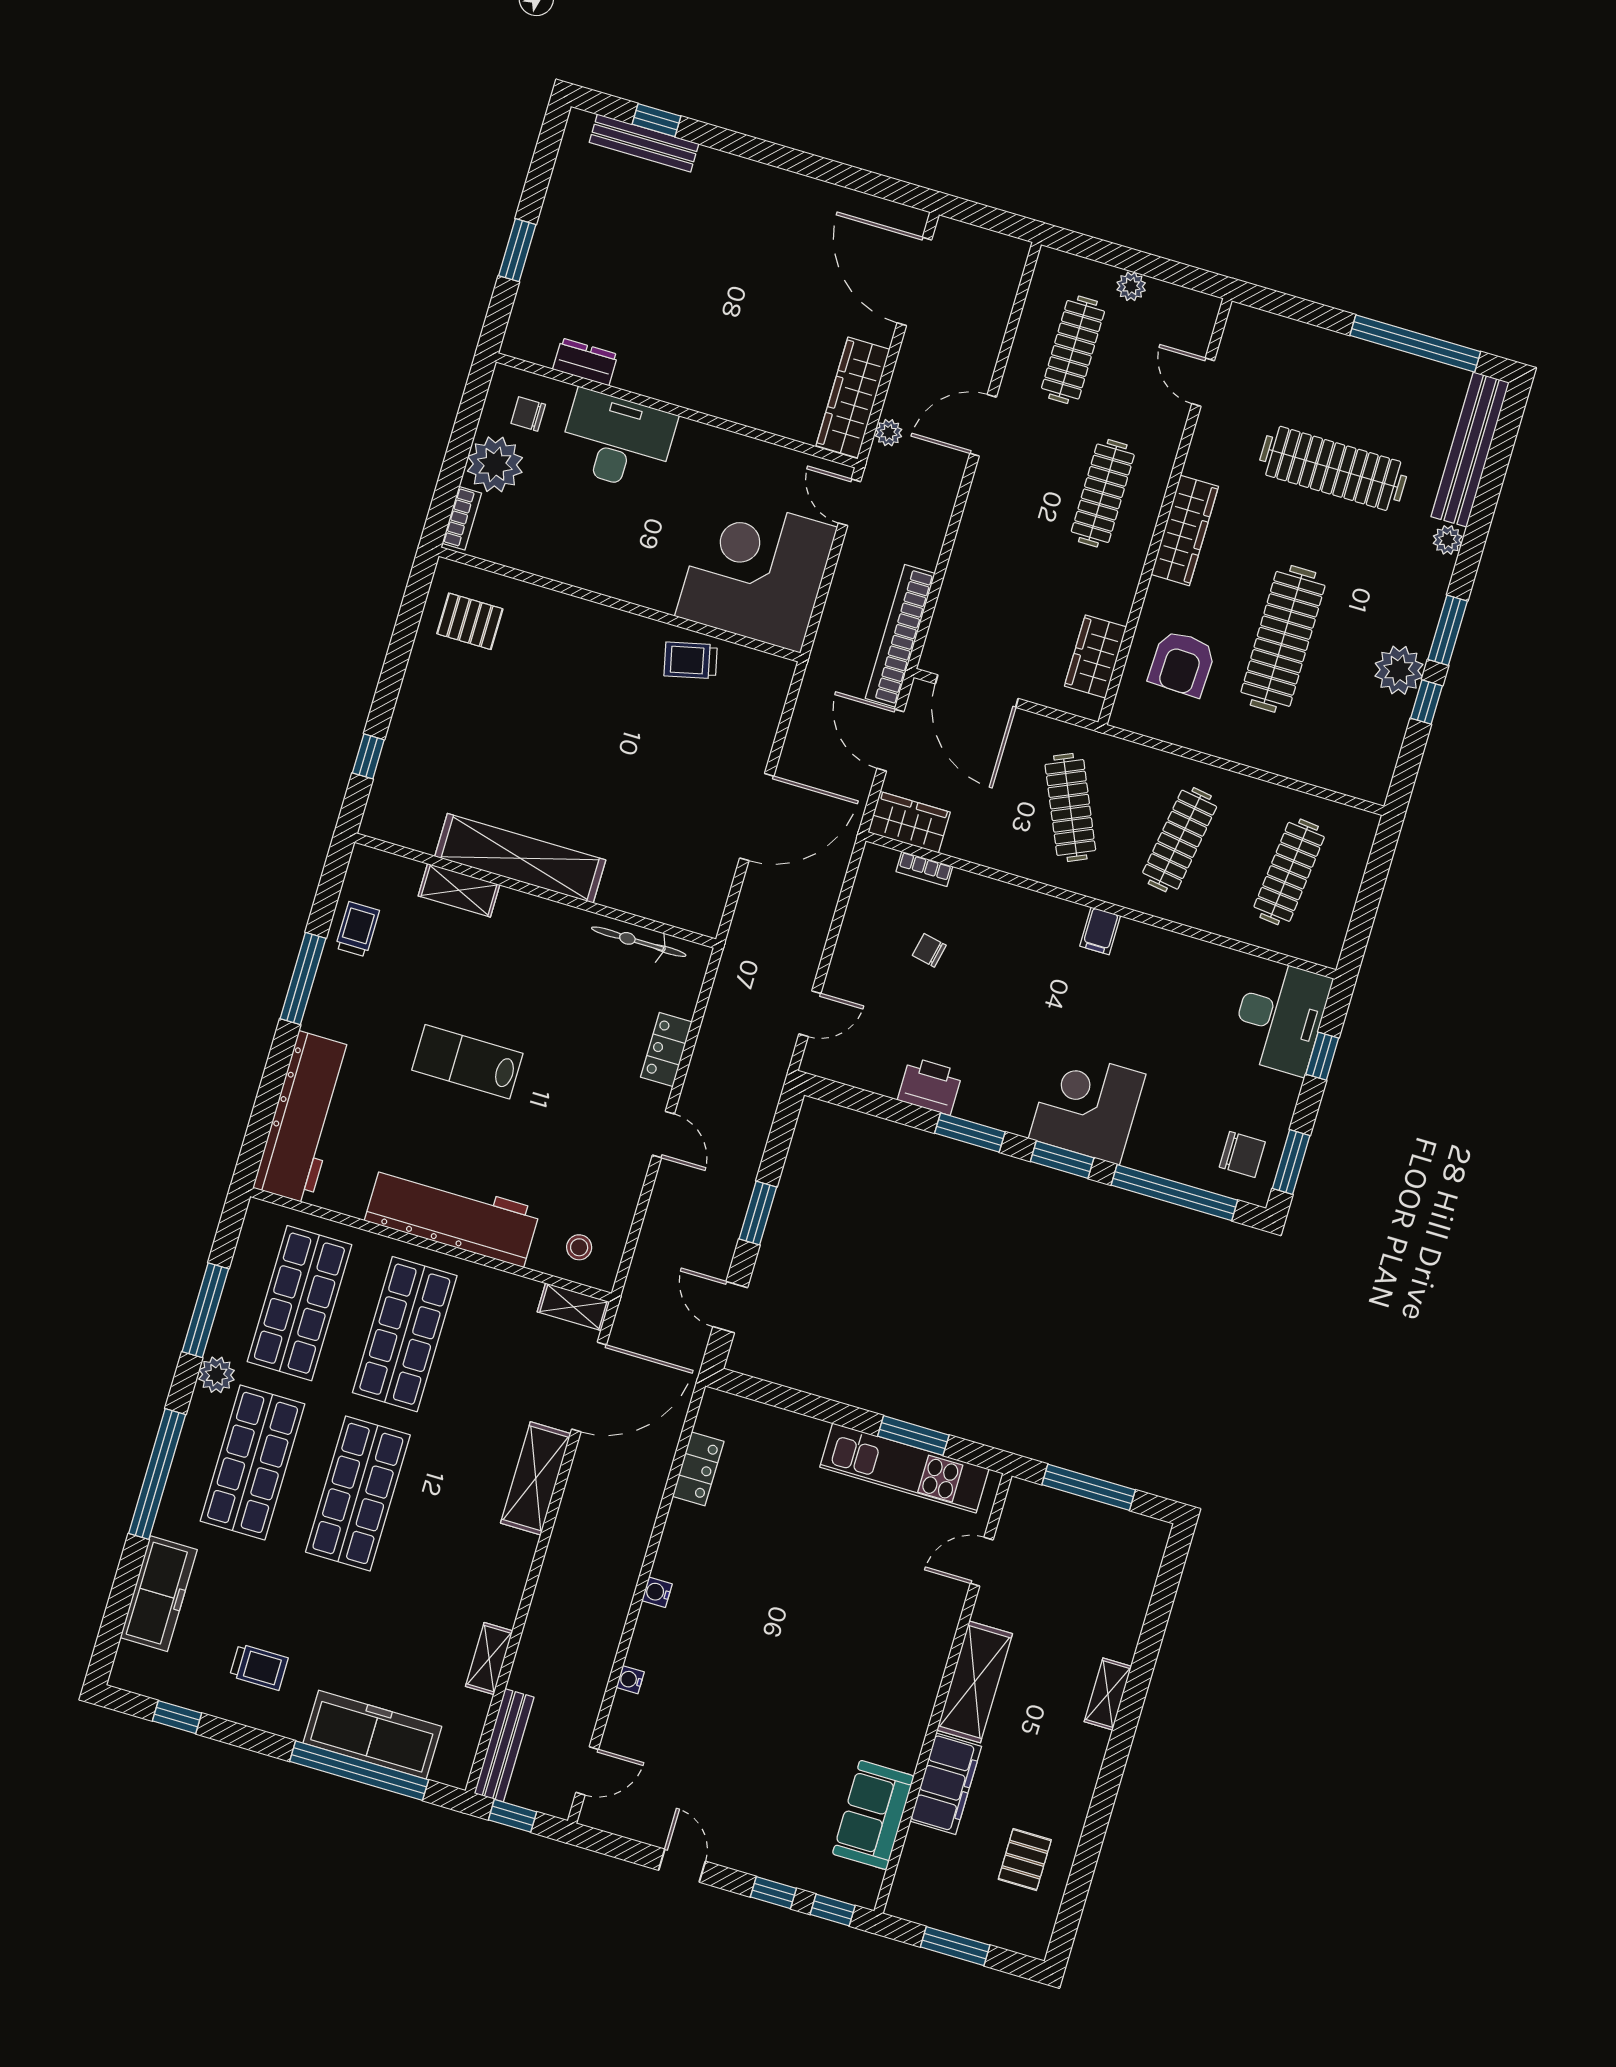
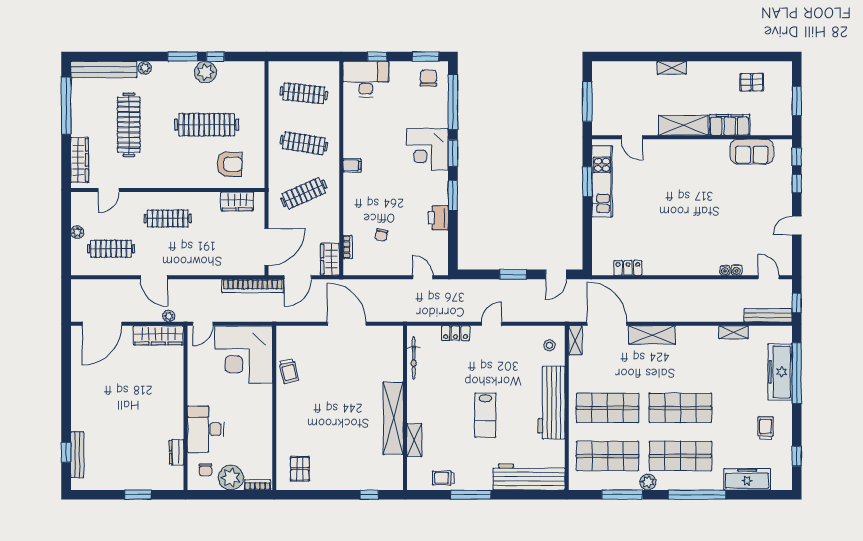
wardrobe: (1185, 530) -> (80, 160), moved, turned 90
water cooler: (657, 1592) -> (737, 270), moved

